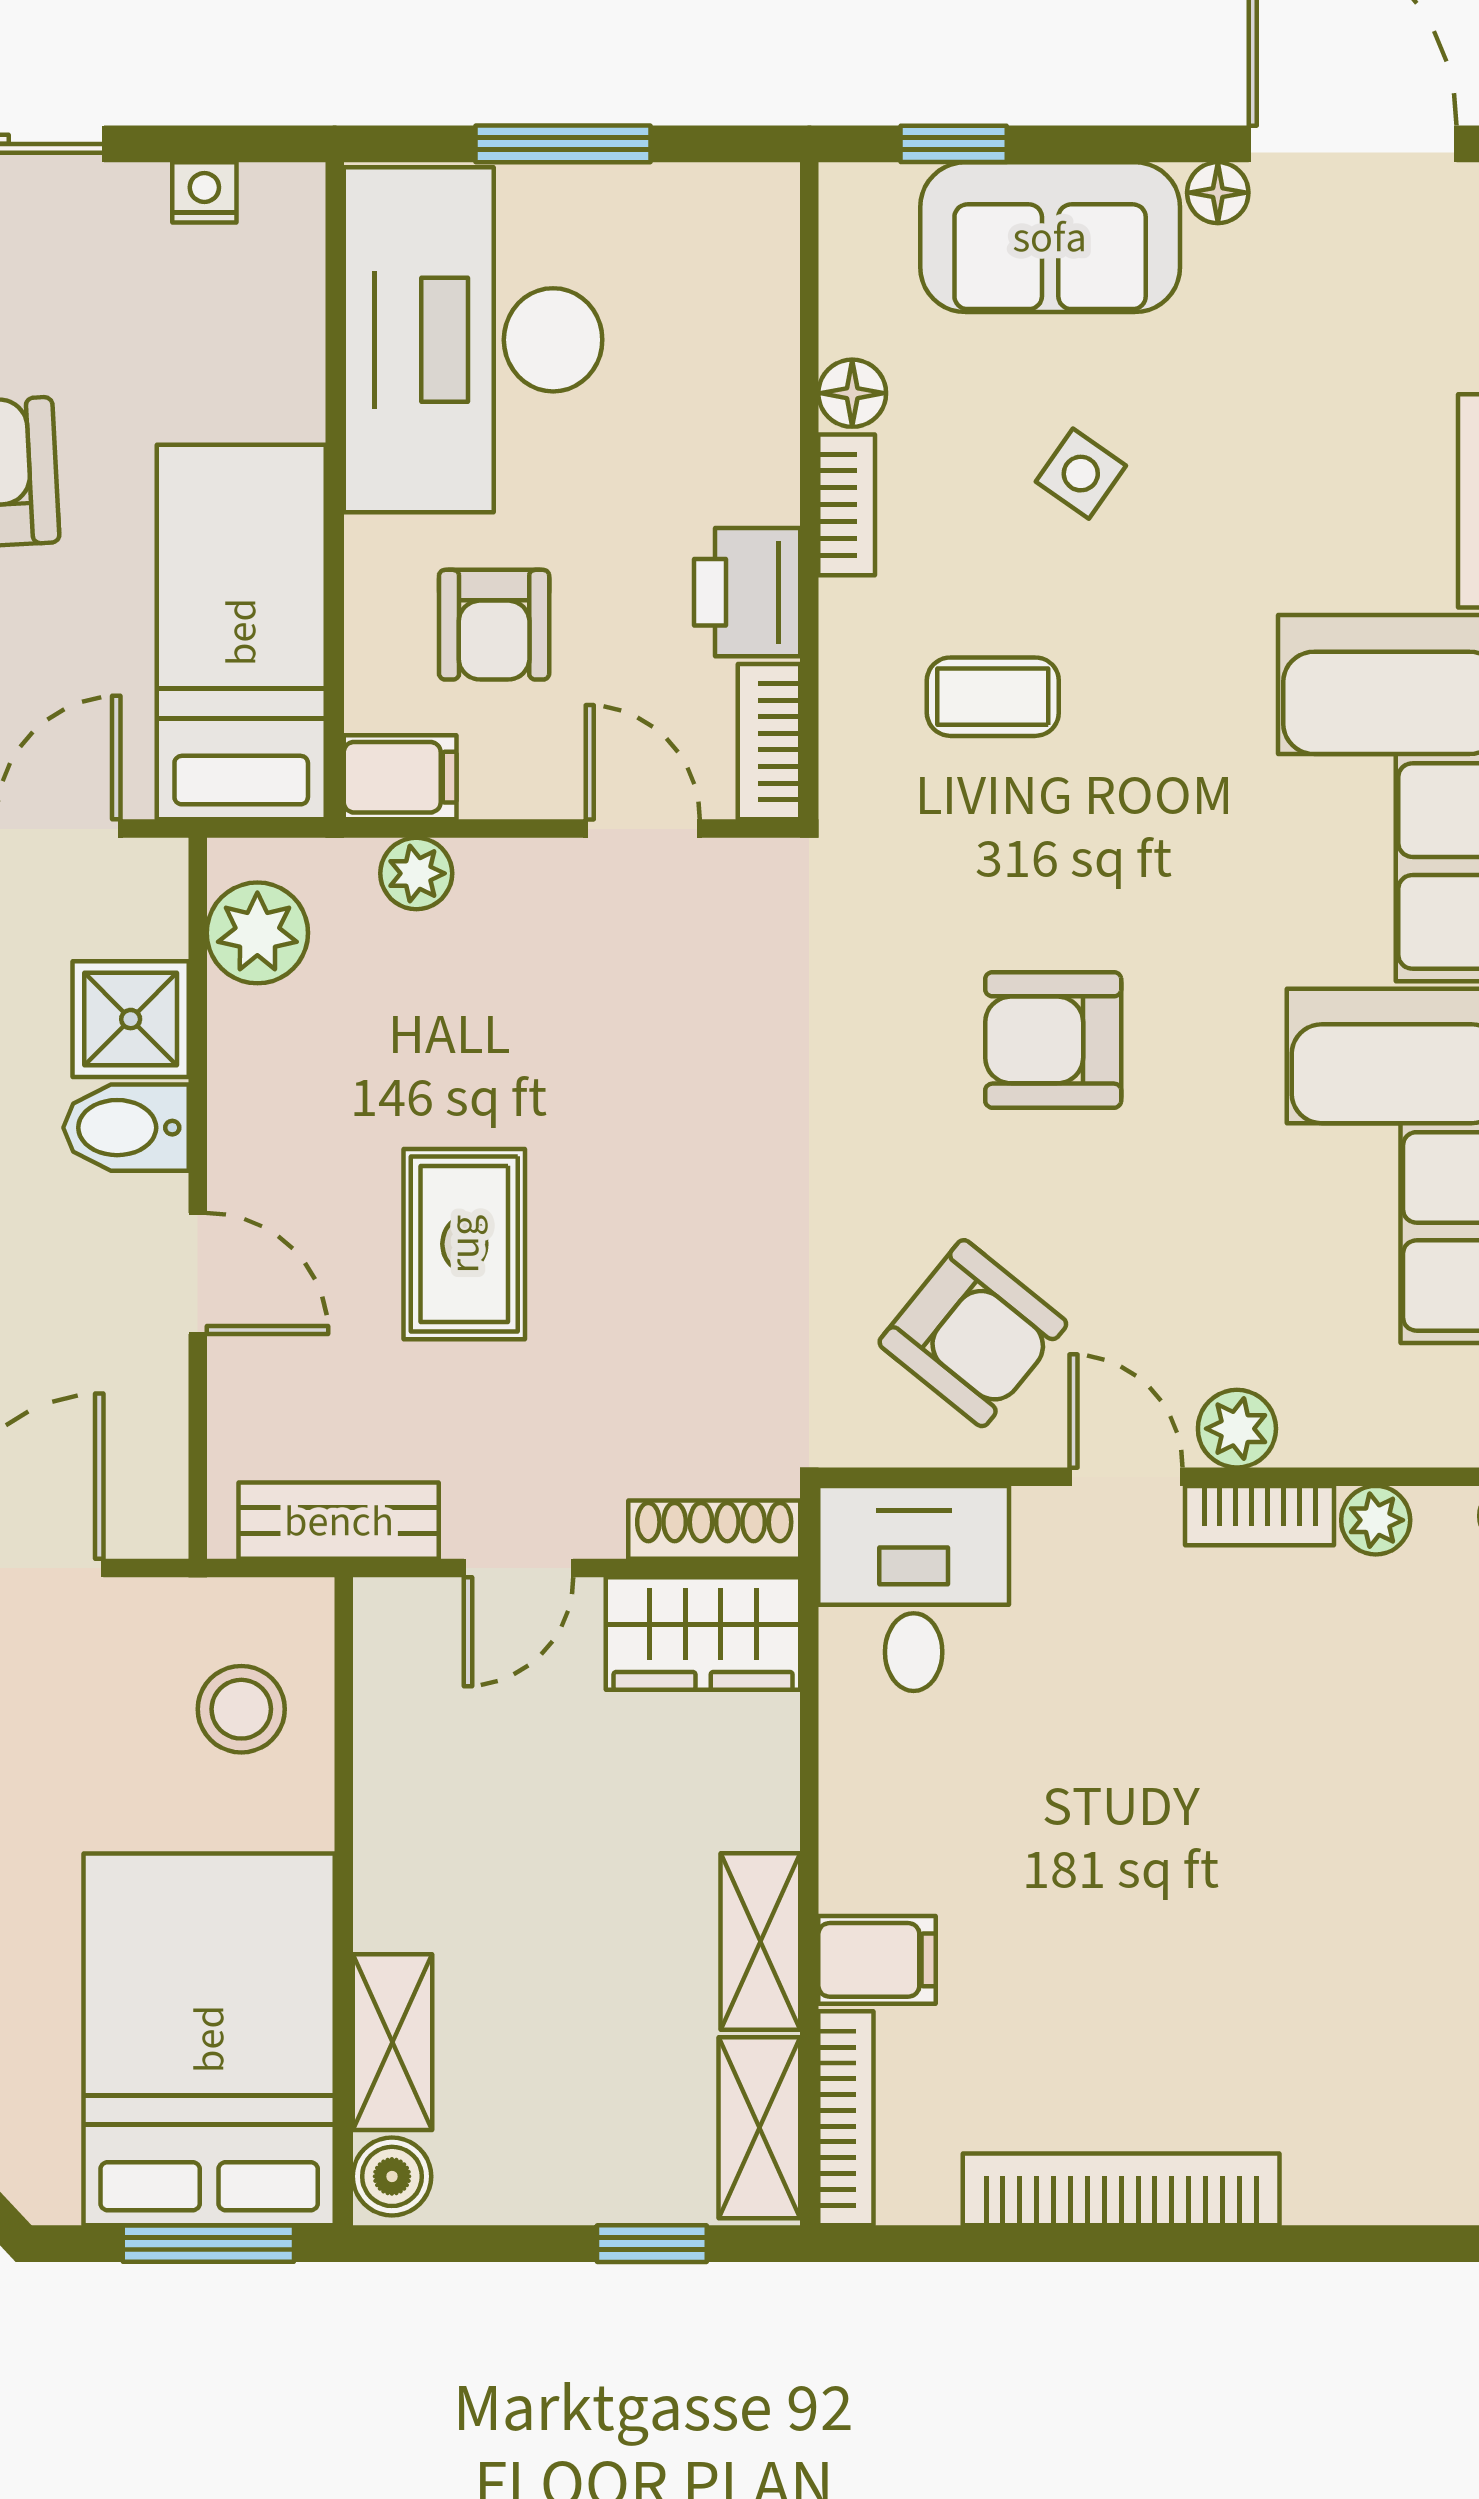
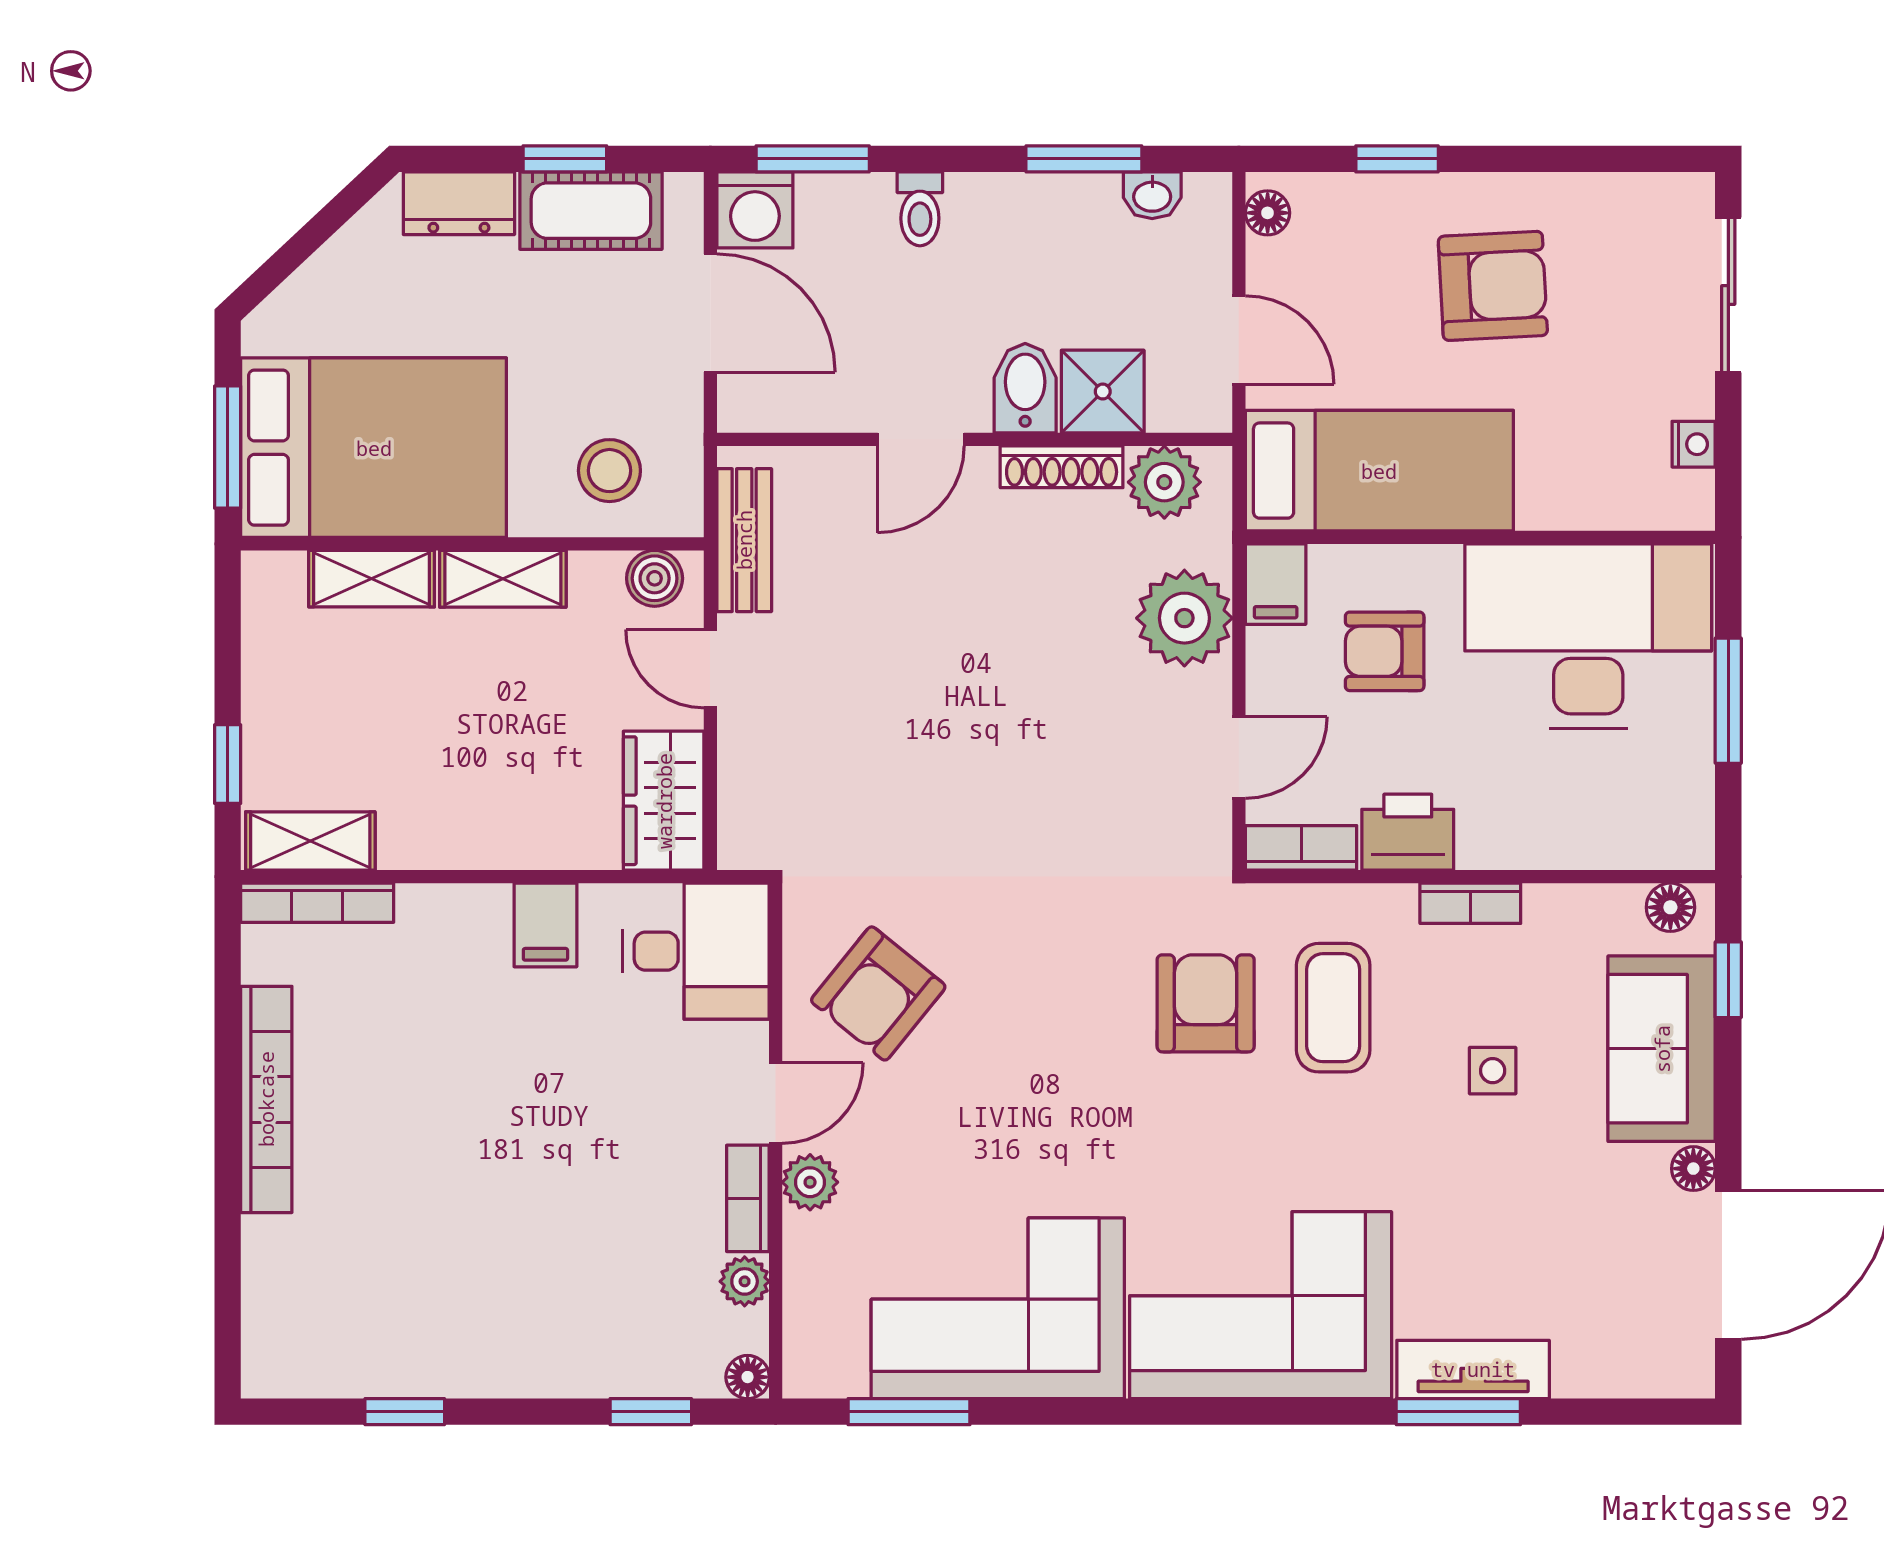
floor lamp: (852, 393) -> (1670, 907), moved
side table: (1081, 474) -> (1493, 1071), turned -35
coffee table: (993, 697) -> (1333, 1008), width x1.36, depth x1.30
plant: (416, 873) -> (1184, 618), width x1.87, depth x1.87
armchair: (1053, 1040) -> (1206, 1003), moved
rug: (464, 1244) -> (942, 630), removed
shoe rack: (714, 1530) -> (1062, 467), moved, turned 90
shelving: (760, 1942) -> (503, 579), moved
filing cabinet: (877, 1960) -> (545, 925), moved
boiler: (392, 2176) -> (655, 578), moved

